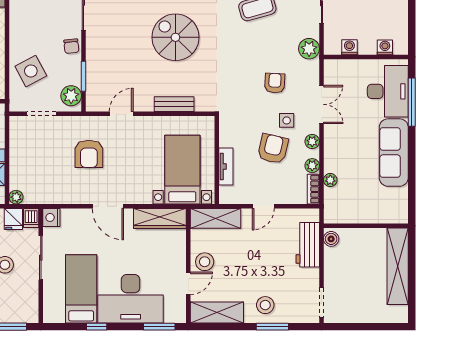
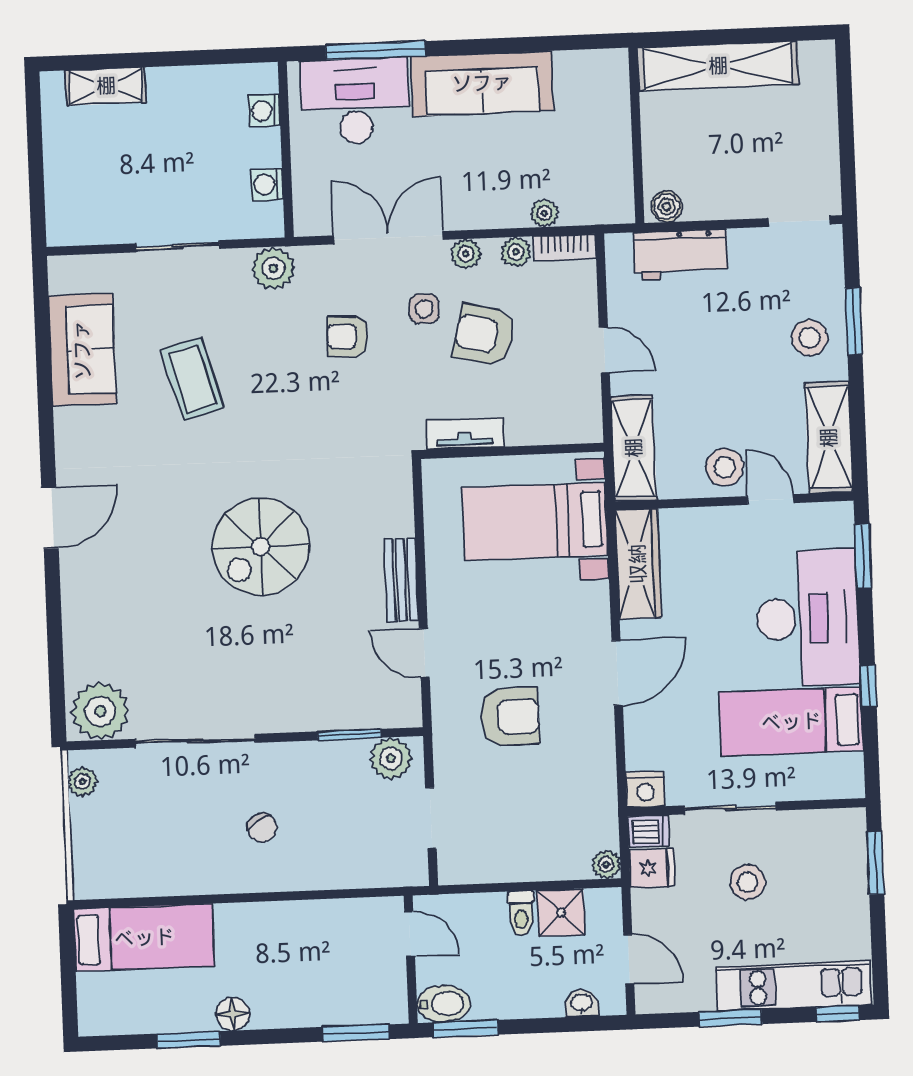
chair: (71, 46) -> (262, 828), moved, turned 65
side table: (31, 71) -> (343, 844), removed
bench: (174, 104) -> (401, 580), moved
double door: (321, 104) -> (388, 238), width x1.37
tv unit: (226, 167) -> (465, 434), moved

